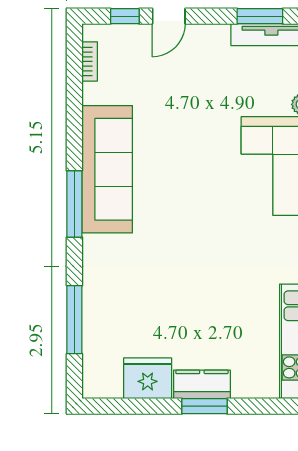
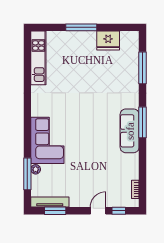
sofa: (107, 169) -> (130, 131), width x0.74, depth x0.79
kitchen counter: (202, 384) -> (82, 38), removed
window: (204, 406) -> (81, 27), width x1.44

